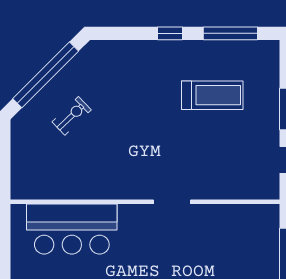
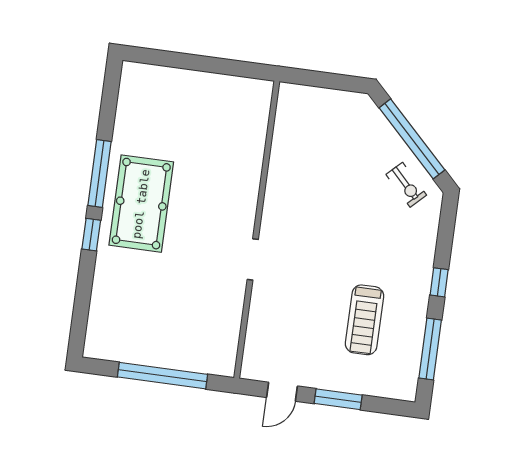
exercise bike: (72, 116) -> (406, 185), moved
bar counter: (72, 229) -> (238, 145), removed

